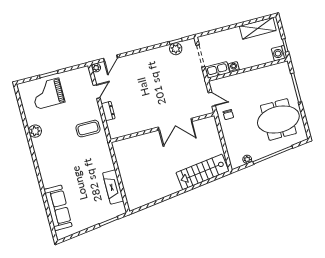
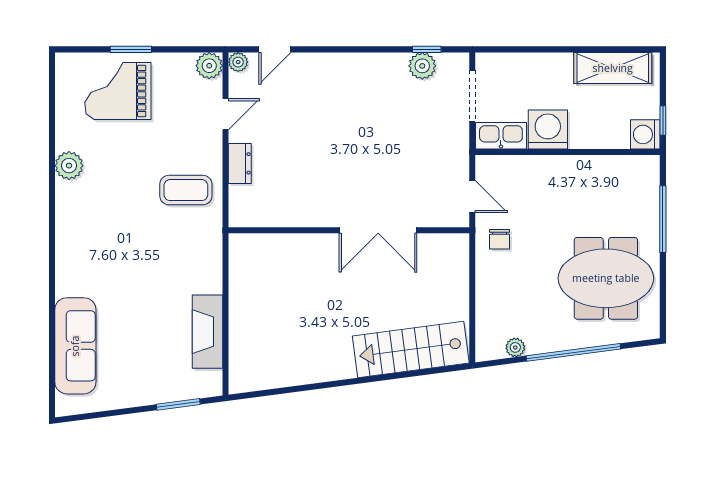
washing machine: (234, 67) -> (548, 130), width x1.89, depth x1.89
plant: (84, 72) -> (209, 66), added

